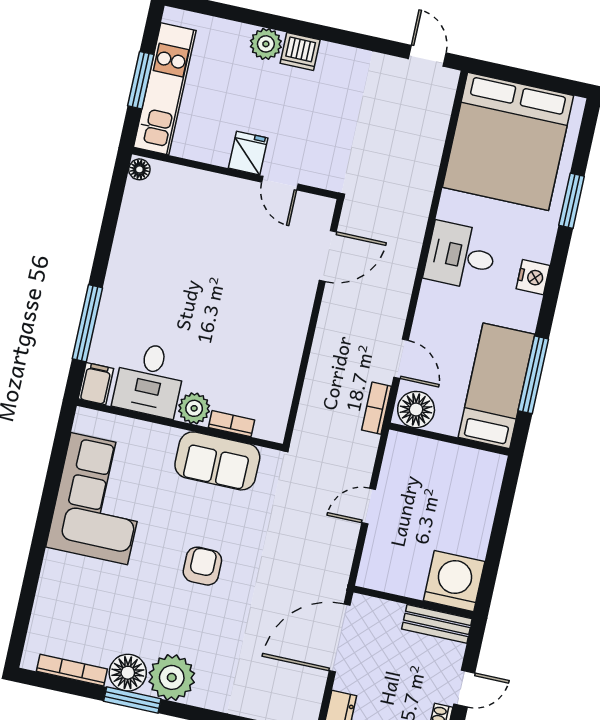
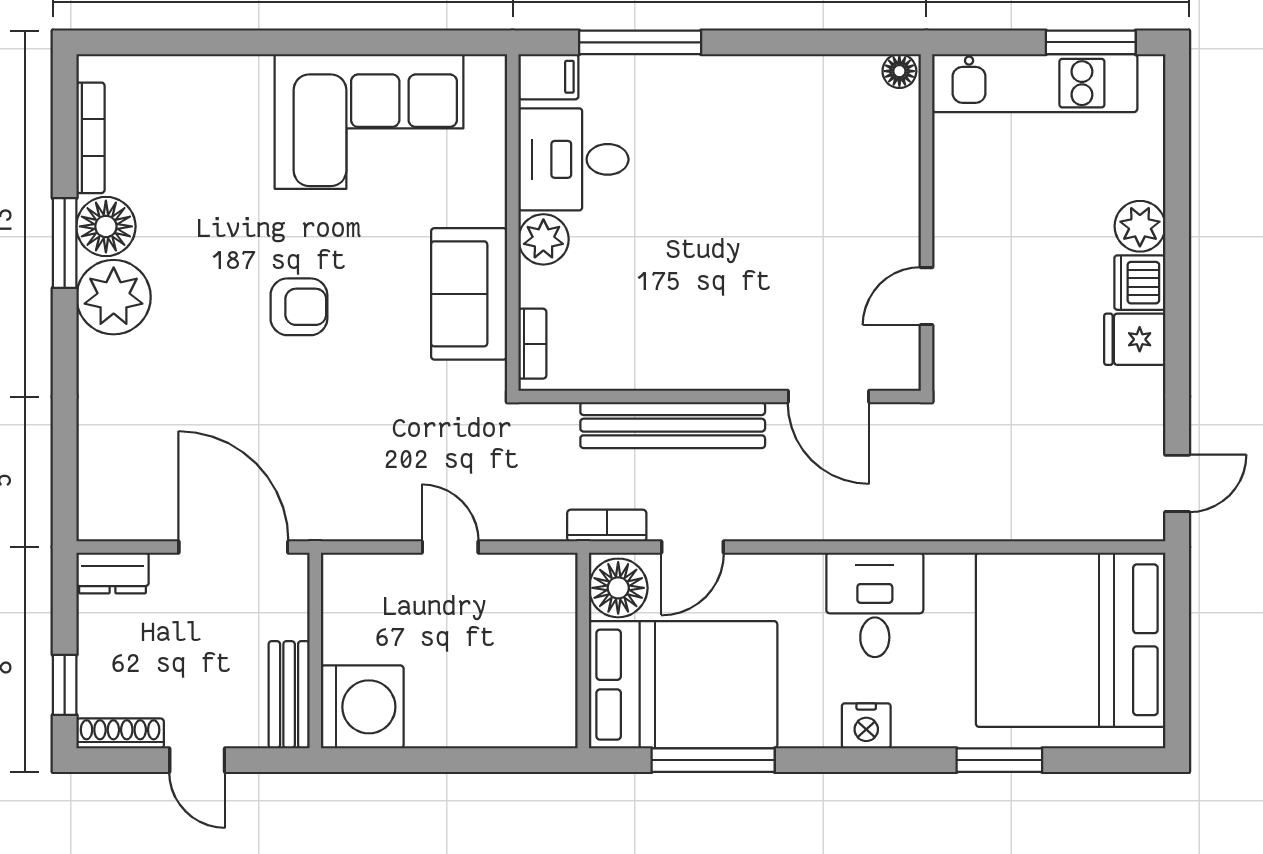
window: (141, 80) -> (1091, 42), moved
fridge: (248, 153) -> (1135, 339), moved, turned 180
bench: (324, 355) -> (673, 425), added
bed: (496, 386) -> (683, 685), width x1.50
bookcase: (231, 424) -> (532, 344), moved

